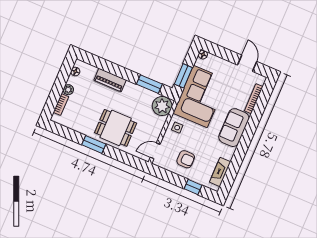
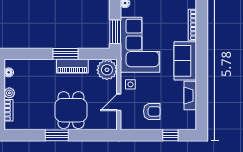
piano: (110, 80) -> (72, 66), moved
window: (149, 84) -> (65, 54), moved
dining table: (116, 128) -> (71, 110), turned 90
door: (155, 151) -> (119, 102), moved
fireplace: (220, 172) -> (190, 96), moved

